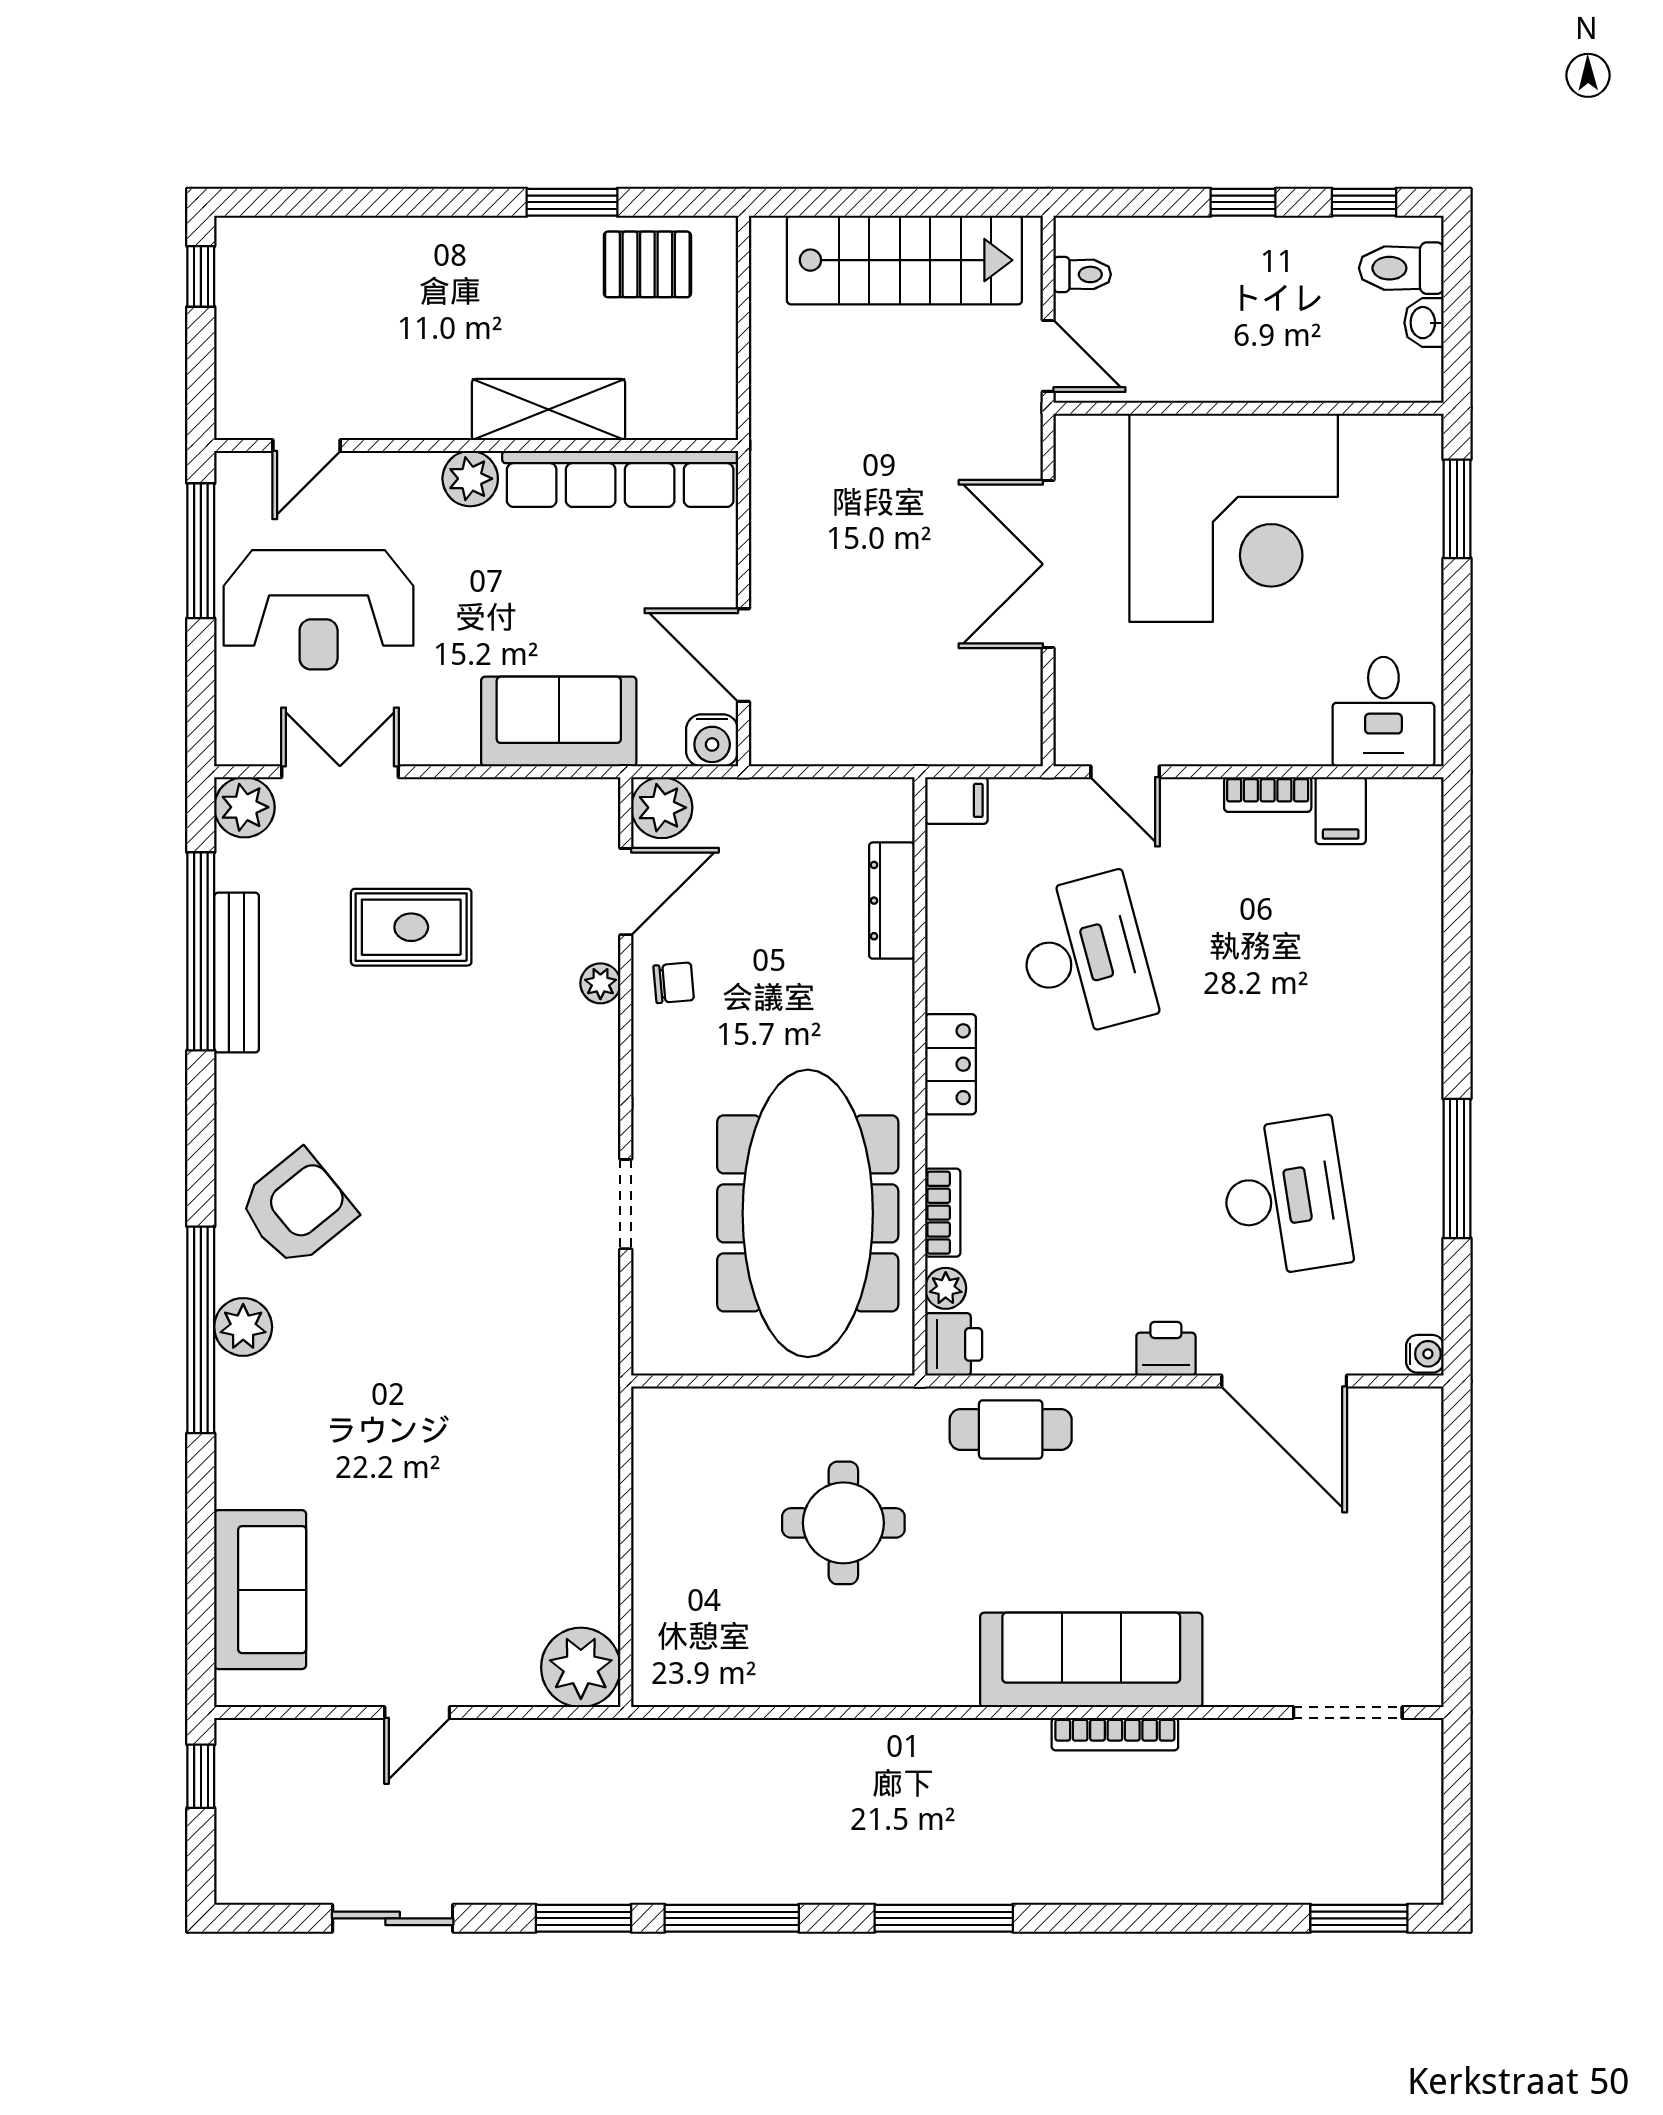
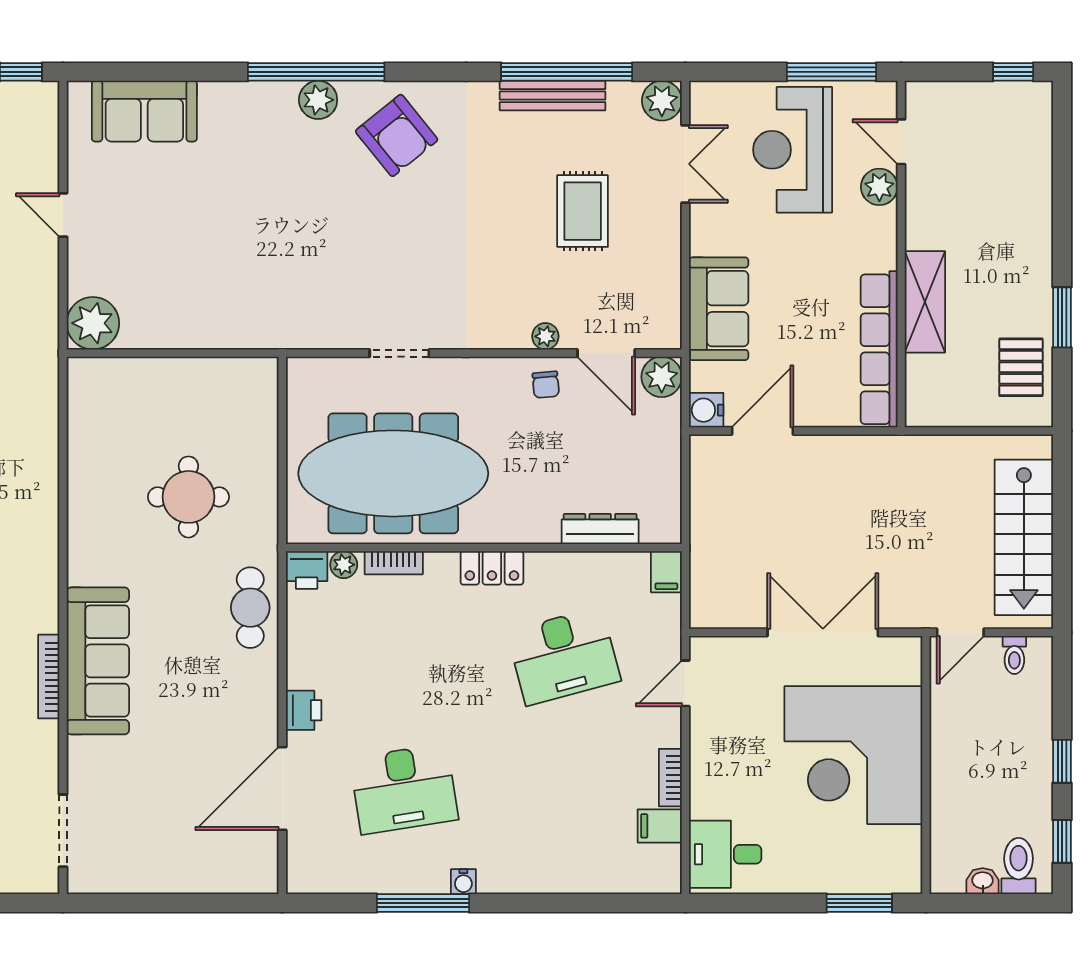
plant: (470, 479) -> (879, 187), moved
water cooler: (1425, 1354) -> (463, 882), moved

